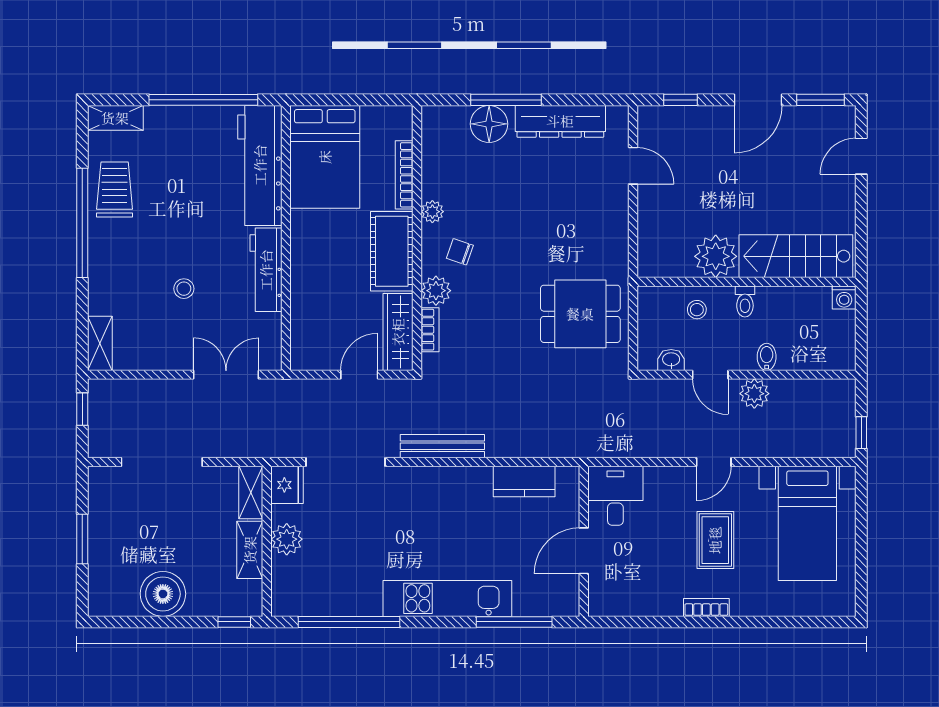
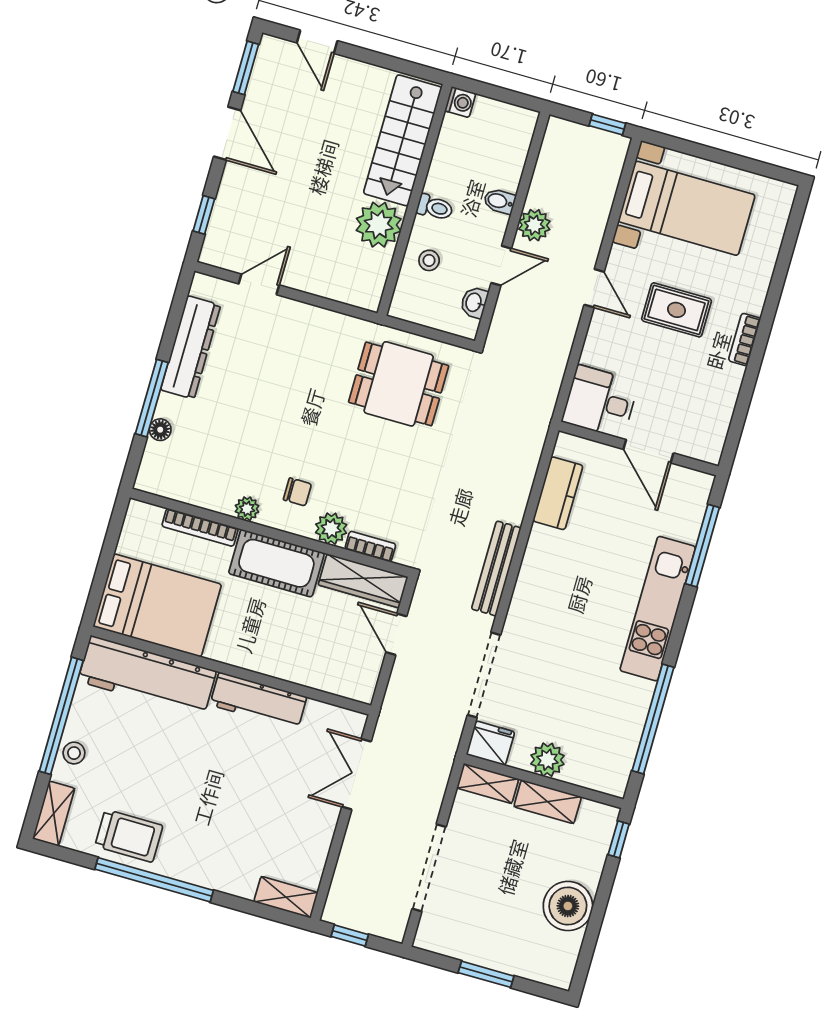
floor lamp: (489, 124) -> (160, 430), width x0.53, depth x0.53
trolley: (115, 190) -> (129, 836), turned 180
chair: (460, 252) -> (297, 492), turned -109
stool: (184, 289) -> (74, 753), moved
dining table: (580, 314) -> (399, 384), turned 90

